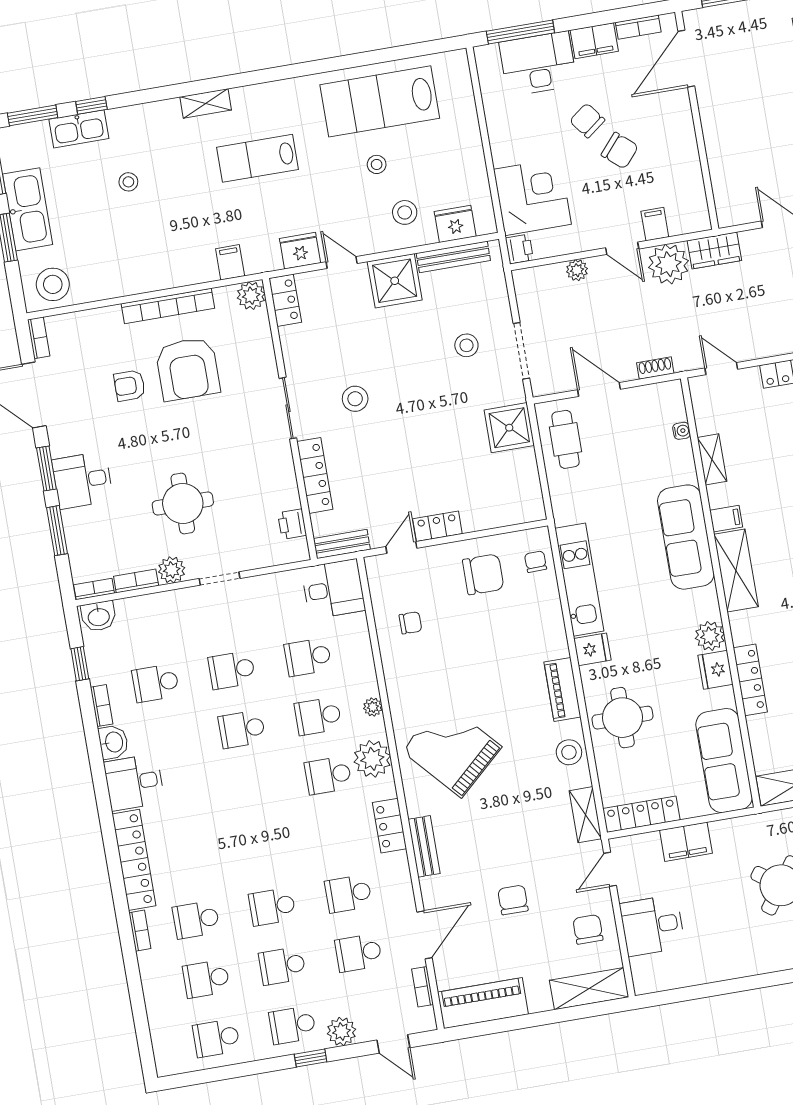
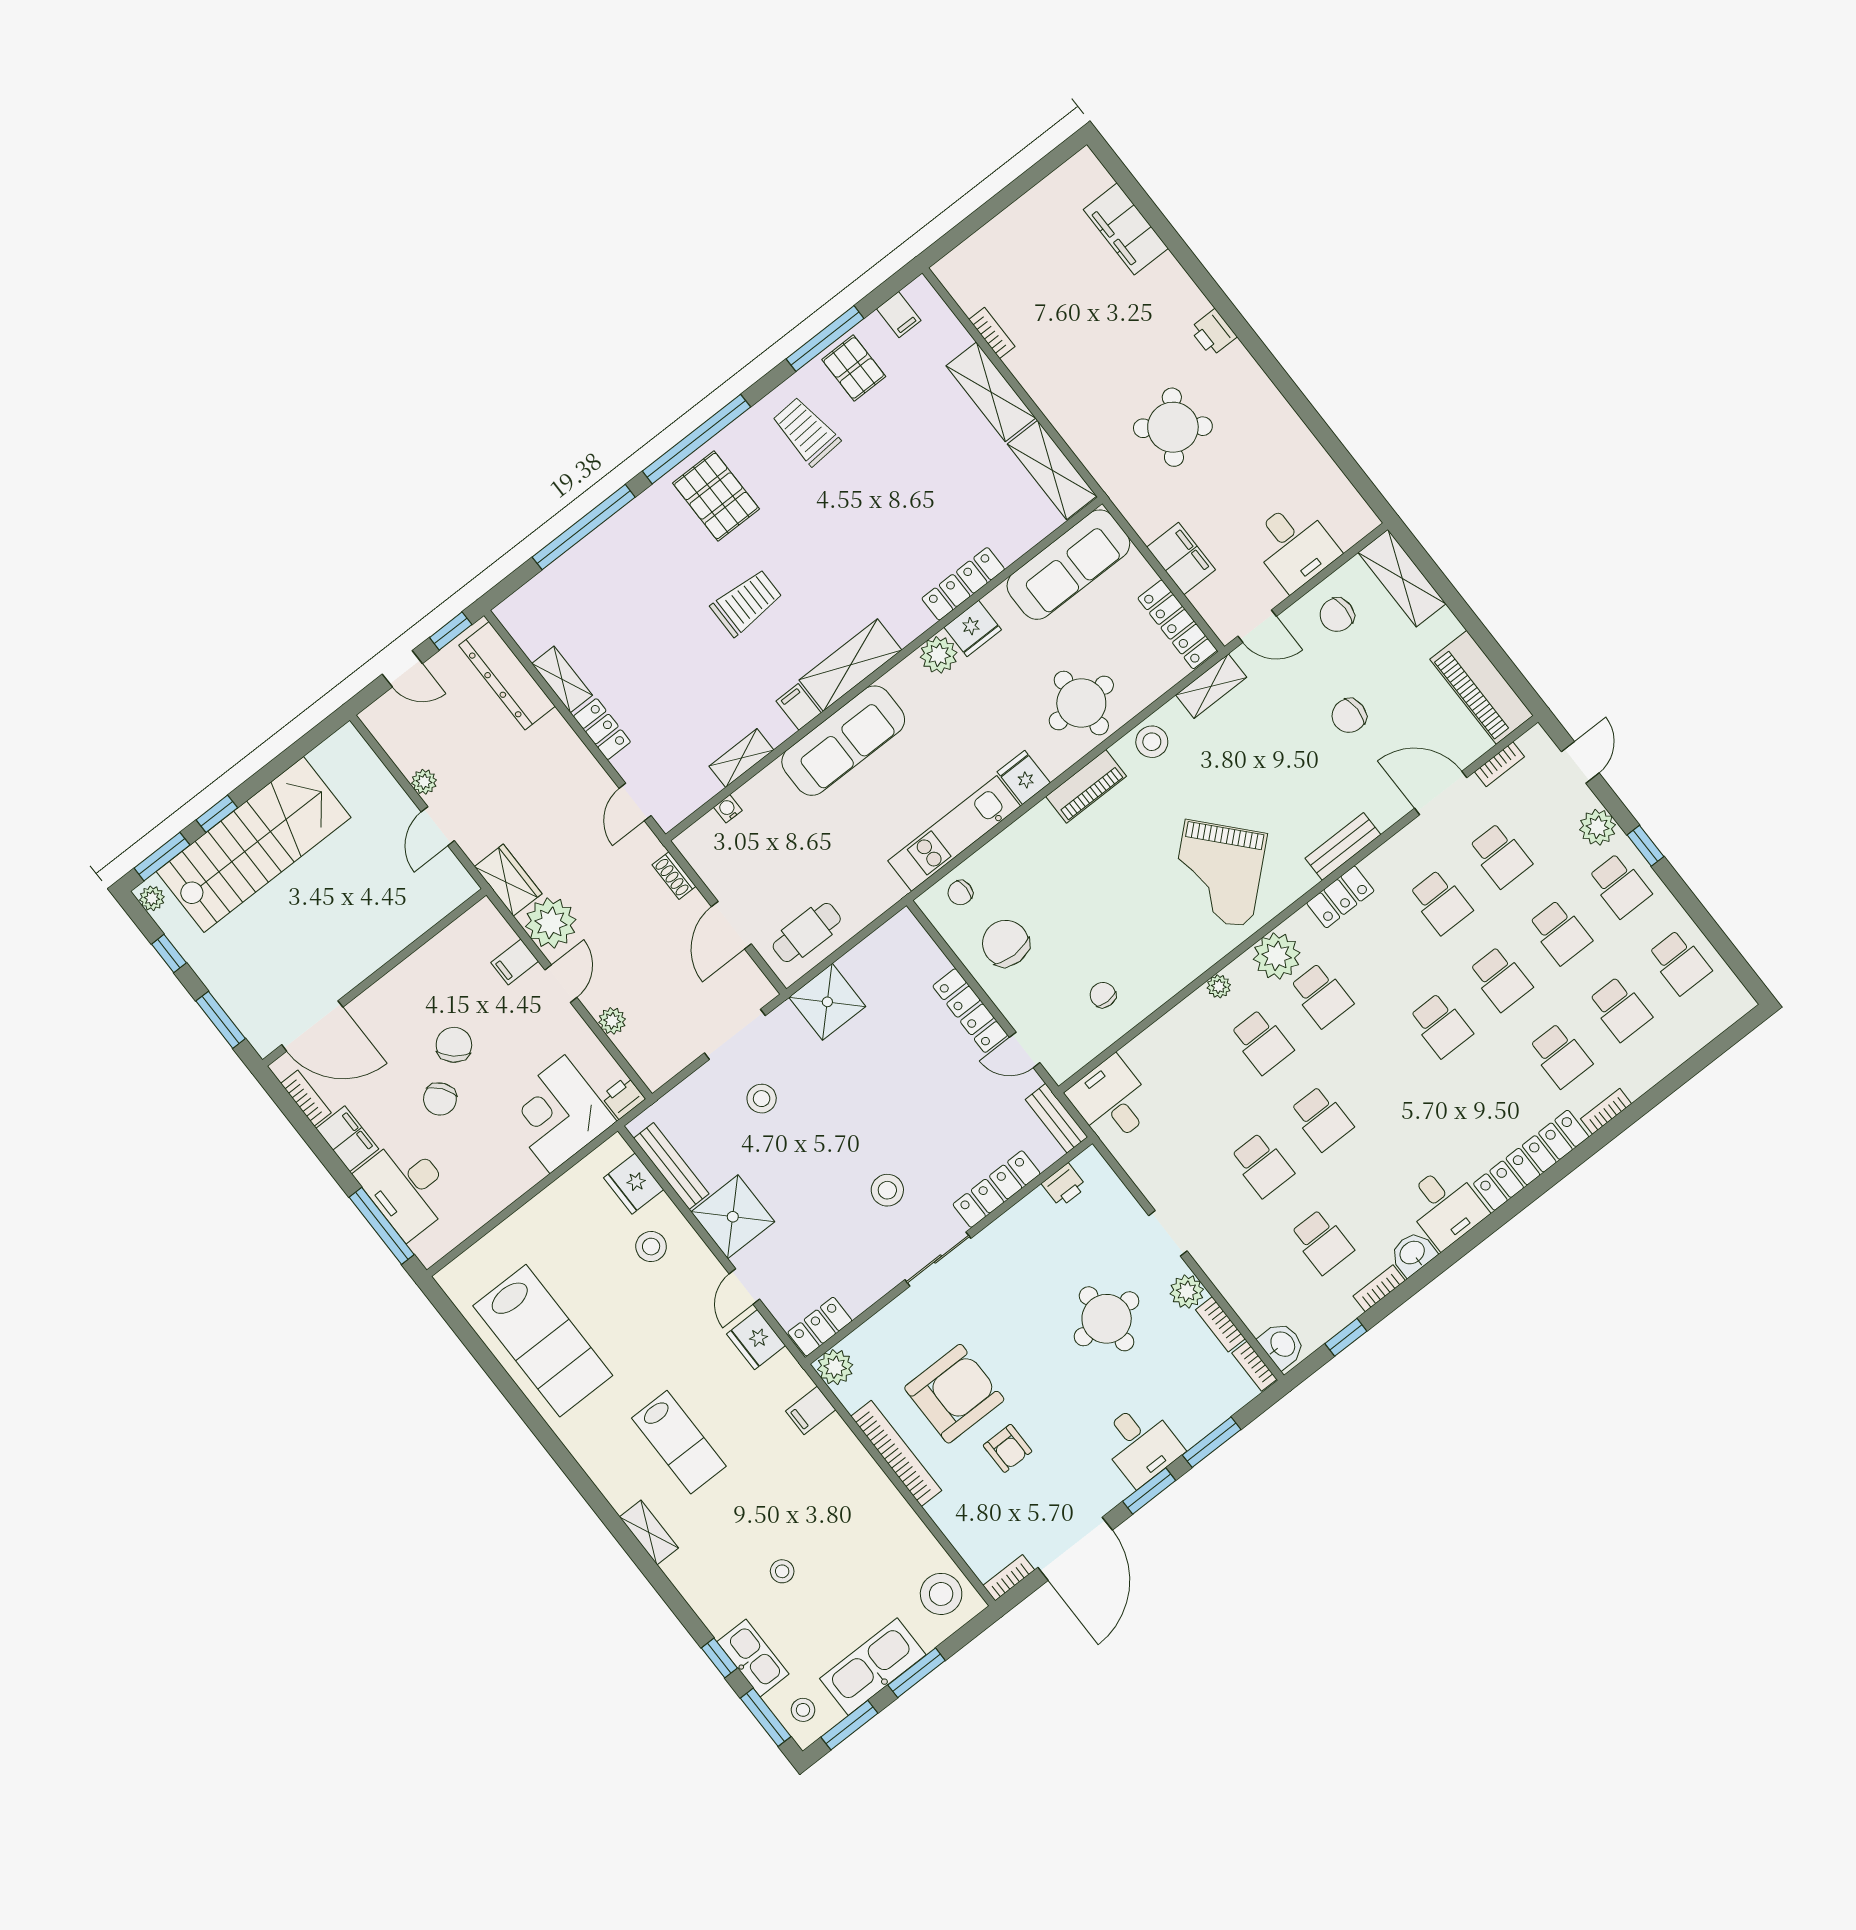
stool: (377, 164) -> (803, 1710), moved
locker: (437, 526) -> (970, 1011), width x1.53
school desk: (308, 657) -> (1441, 1025), moved

